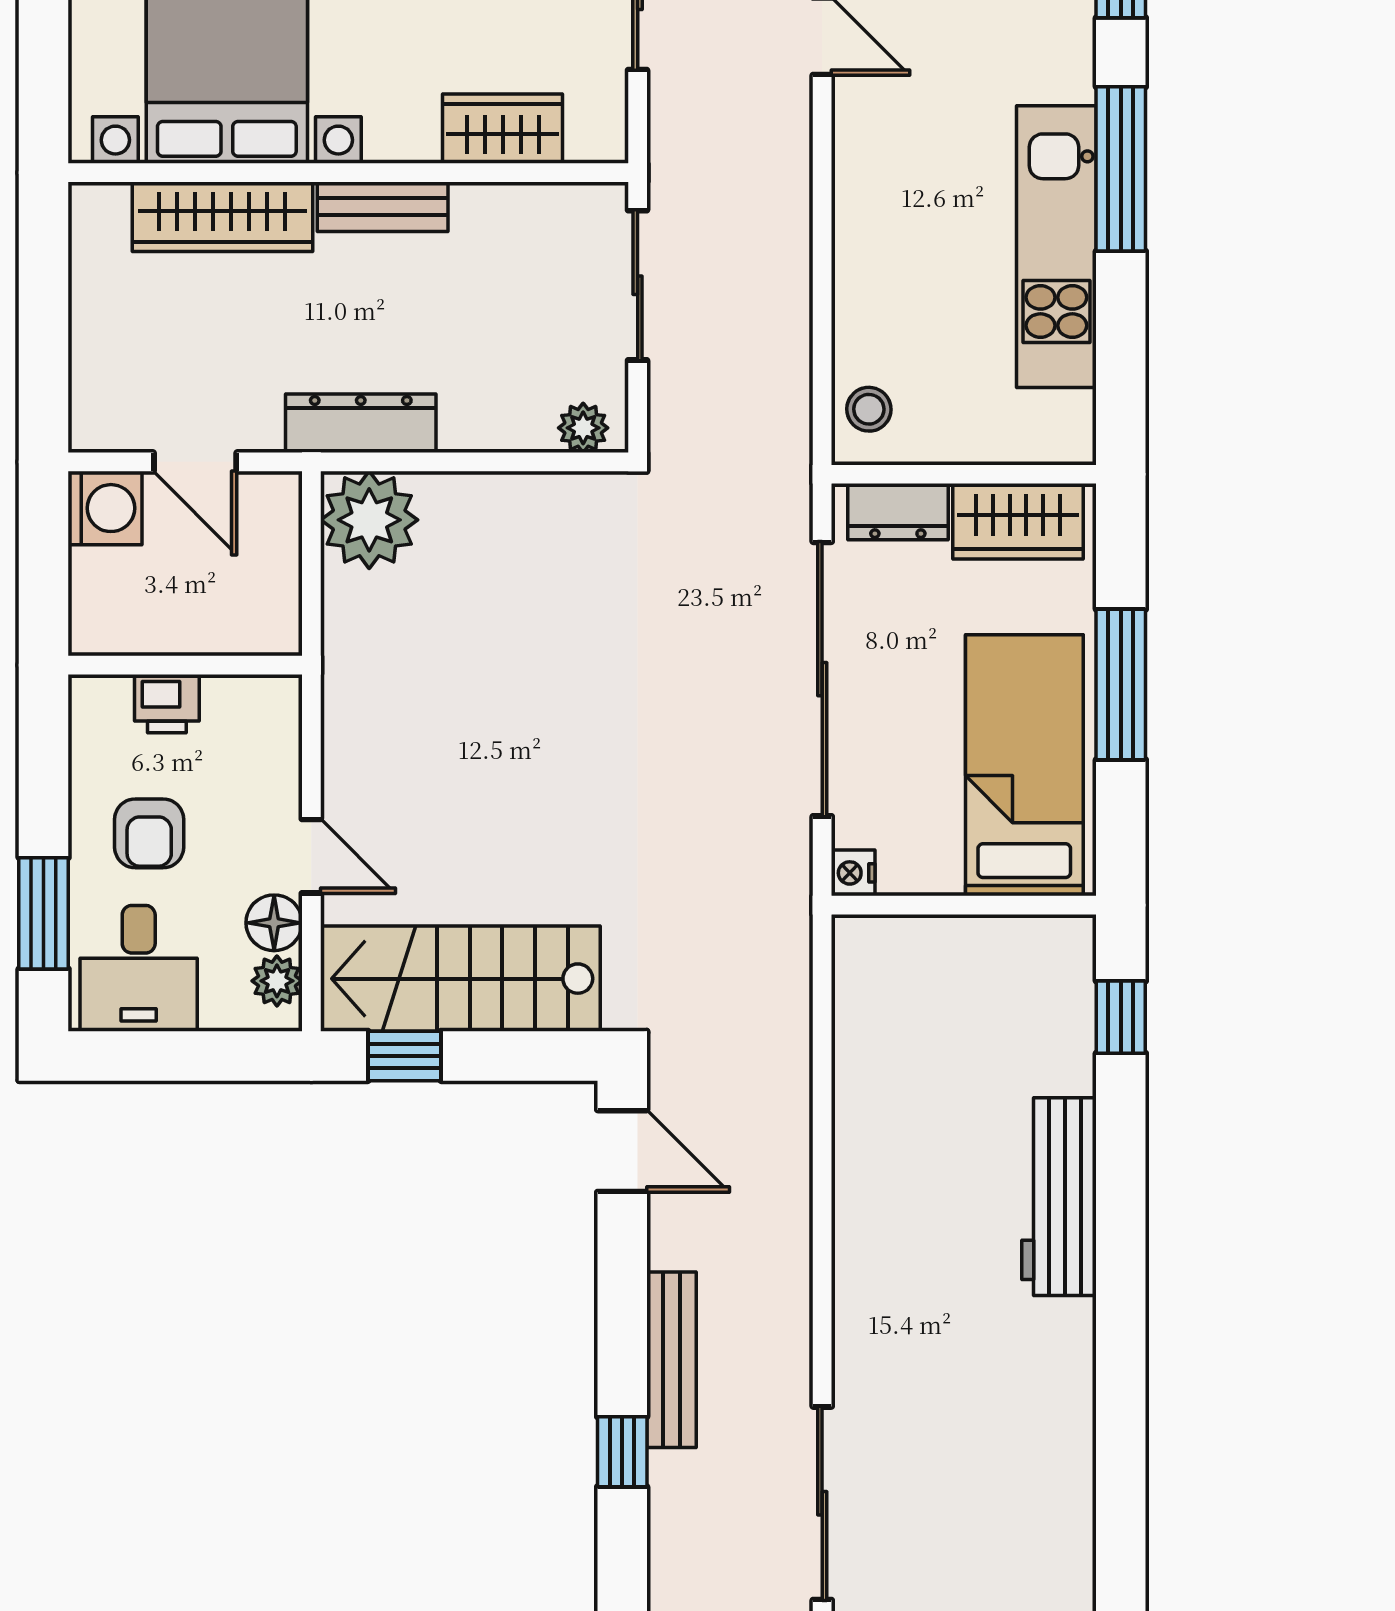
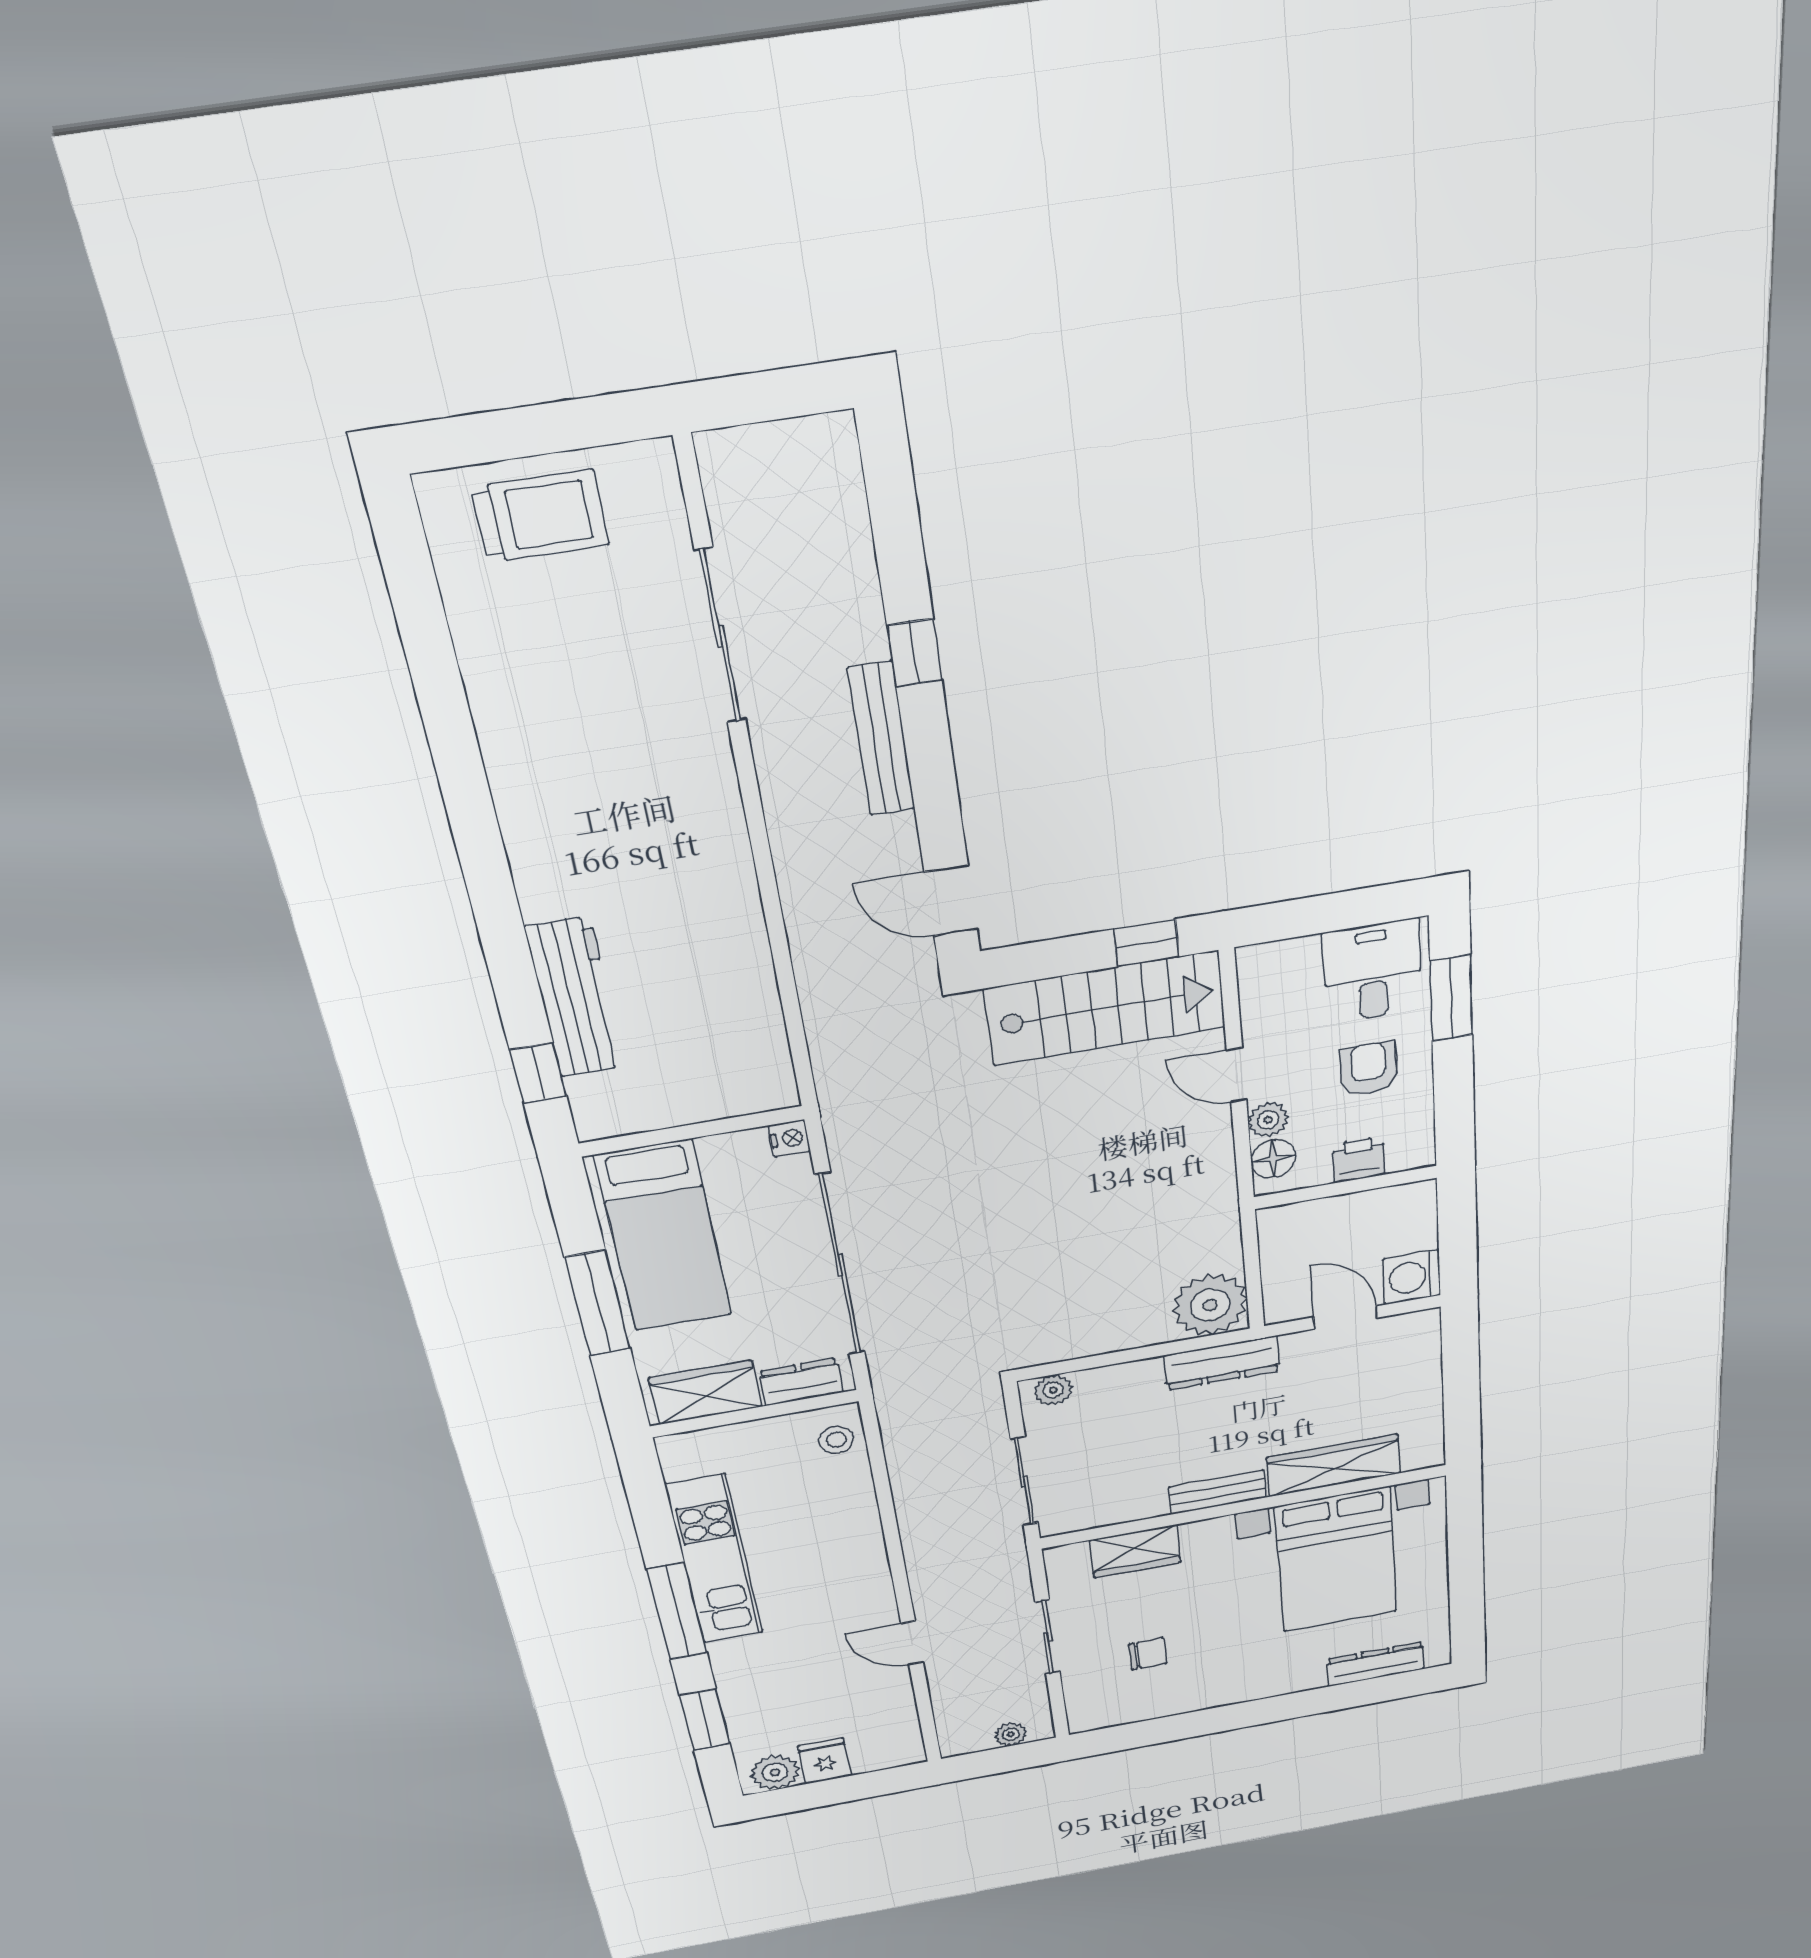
floor lamp: (274, 923) -> (1273, 1159), moved
plant: (277, 981) -> (1268, 1120), moved
workbench: (1059, 1197) -> (576, 997), moved

